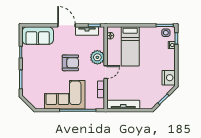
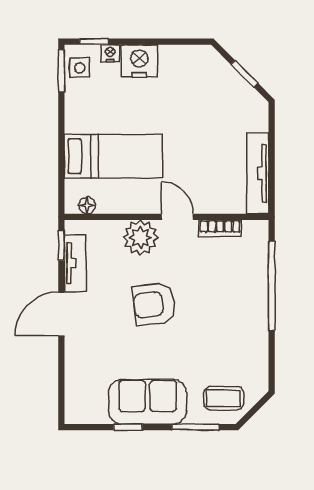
sofa: (38, 36) -> (148, 402), moved, turned -90
armchair: (70, 63) -> (154, 304), turned -97
nightstand: (169, 78) -> (139, 61), moved
coffee table: (32, 91) -> (224, 398), added
corner sofa: (65, 95) -> (233, 318), removed

